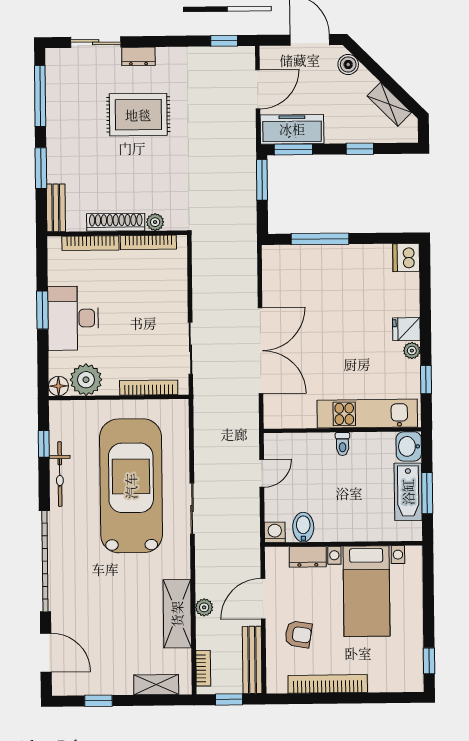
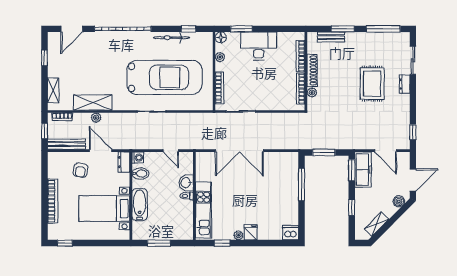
window: (262, 180) -> (324, 152), moved
bench: (56, 208) -> (331, 37), moved
window: (42, 310) -> (241, 29), moved
plant: (86, 380) -> (220, 57), width x0.53, depth x0.53
washbasin: (409, 446) -> (186, 183), moved, turned -90
bathtub: (408, 492) -> (140, 205), moved, turned 90
dresser: (308, 557) -> (124, 162), moved
bookcase: (328, 684) -> (53, 201), moved

